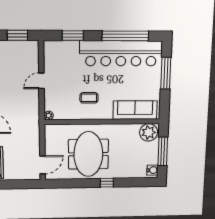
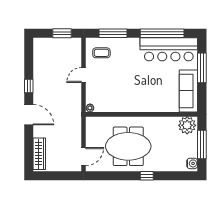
window: (73, 36) -> (113, 33), width x1.44
bar counter: (121, 53) -> (169, 49), width x0.73
coffee table: (89, 98) -> (101, 53), moved
sofa: (135, 110) -> (188, 91), moved, turned -90
meeting table: (88, 154) -> (128, 146), turned 90

